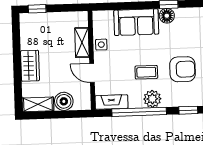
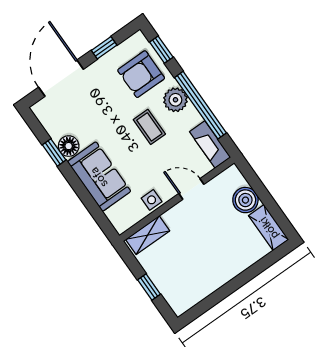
window: (37, 9) -> (149, 287), moved
shelving: (82, 42) -> (148, 235), moved
wardrobe: (30, 66) -> (230, 266), removed
armchair: (183, 69) -> (141, 74), moved, turned -90
door: (92, 73) -> (191, 189), swing flipped

